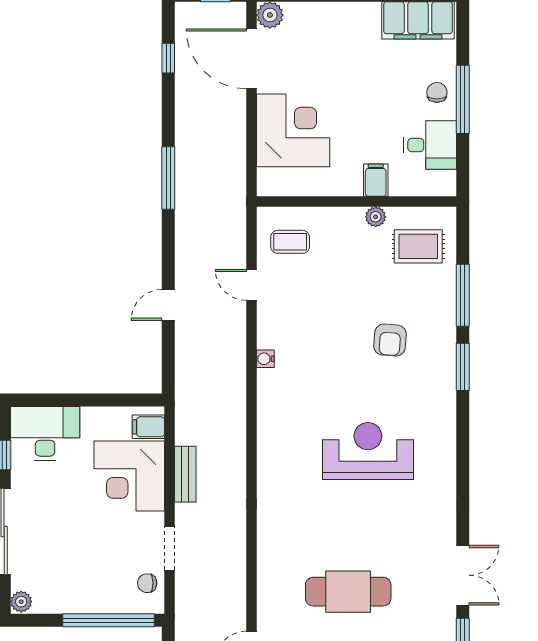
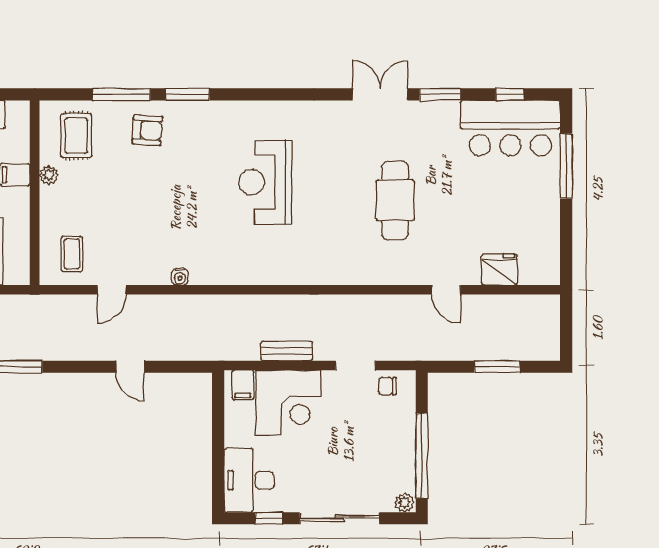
armchair: (390, 340) -> (147, 130), moved
chair: (147, 583) -> (387, 386), turned 90
window: (109, 620) -> (422, 456), moved

